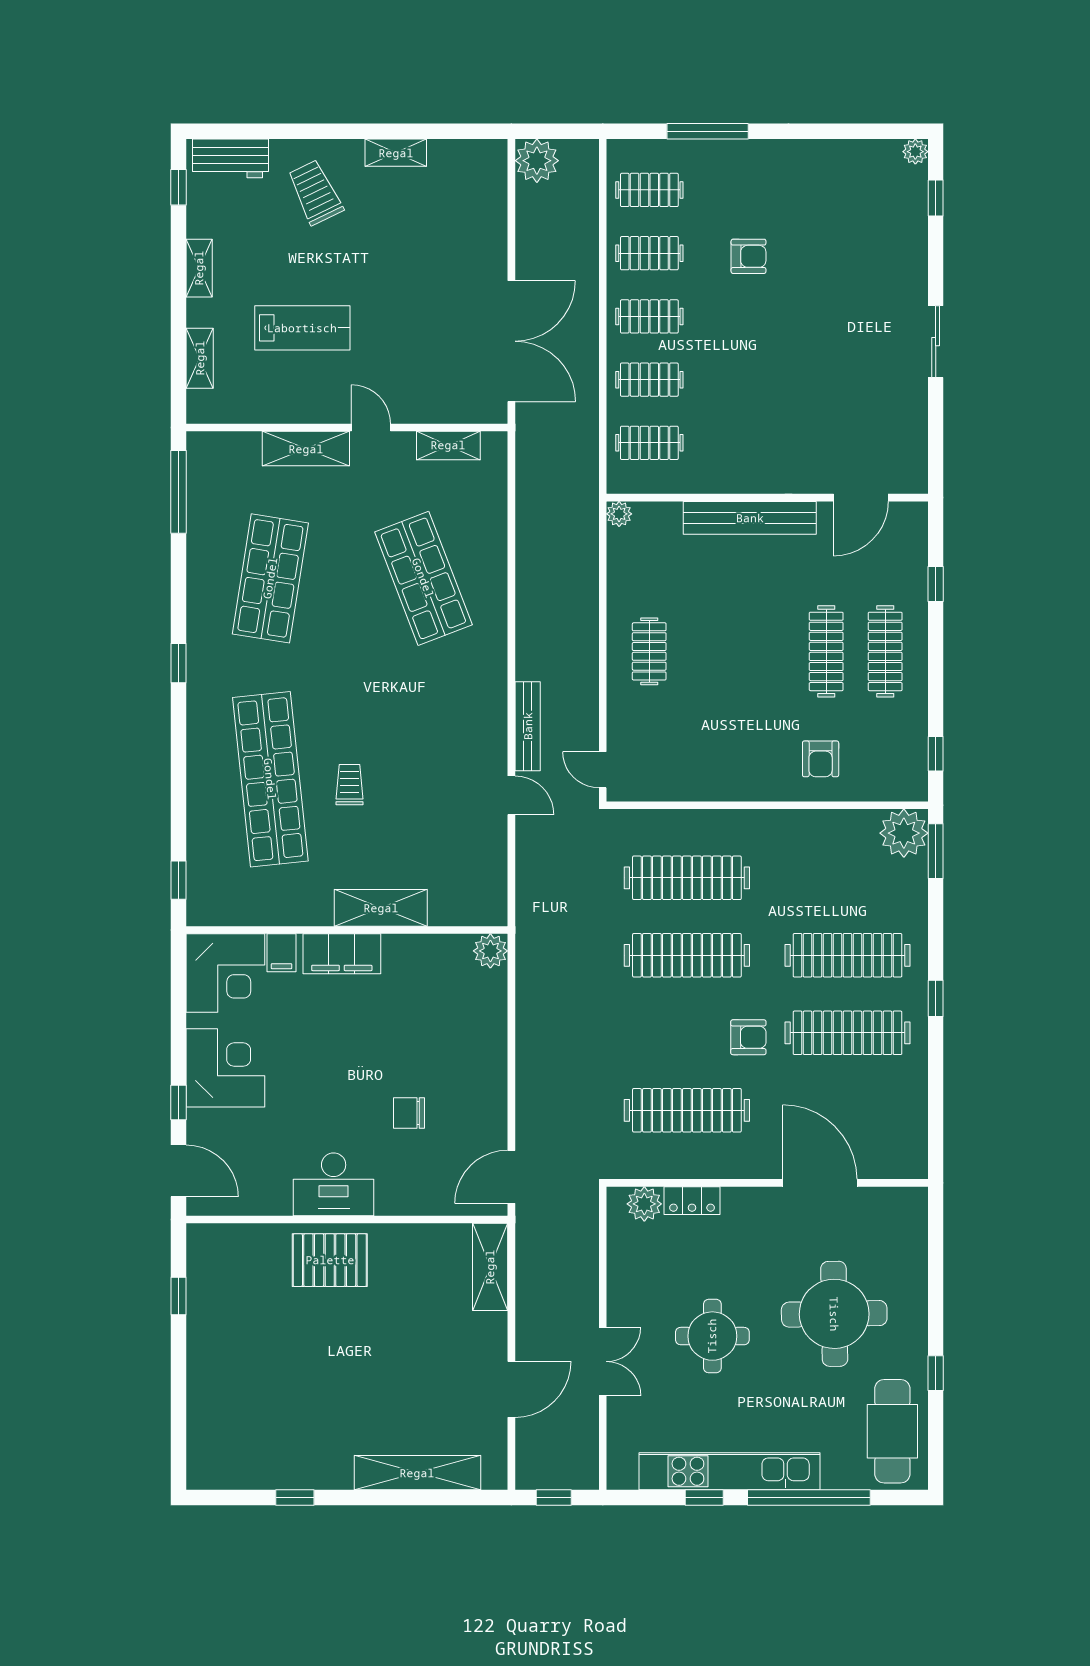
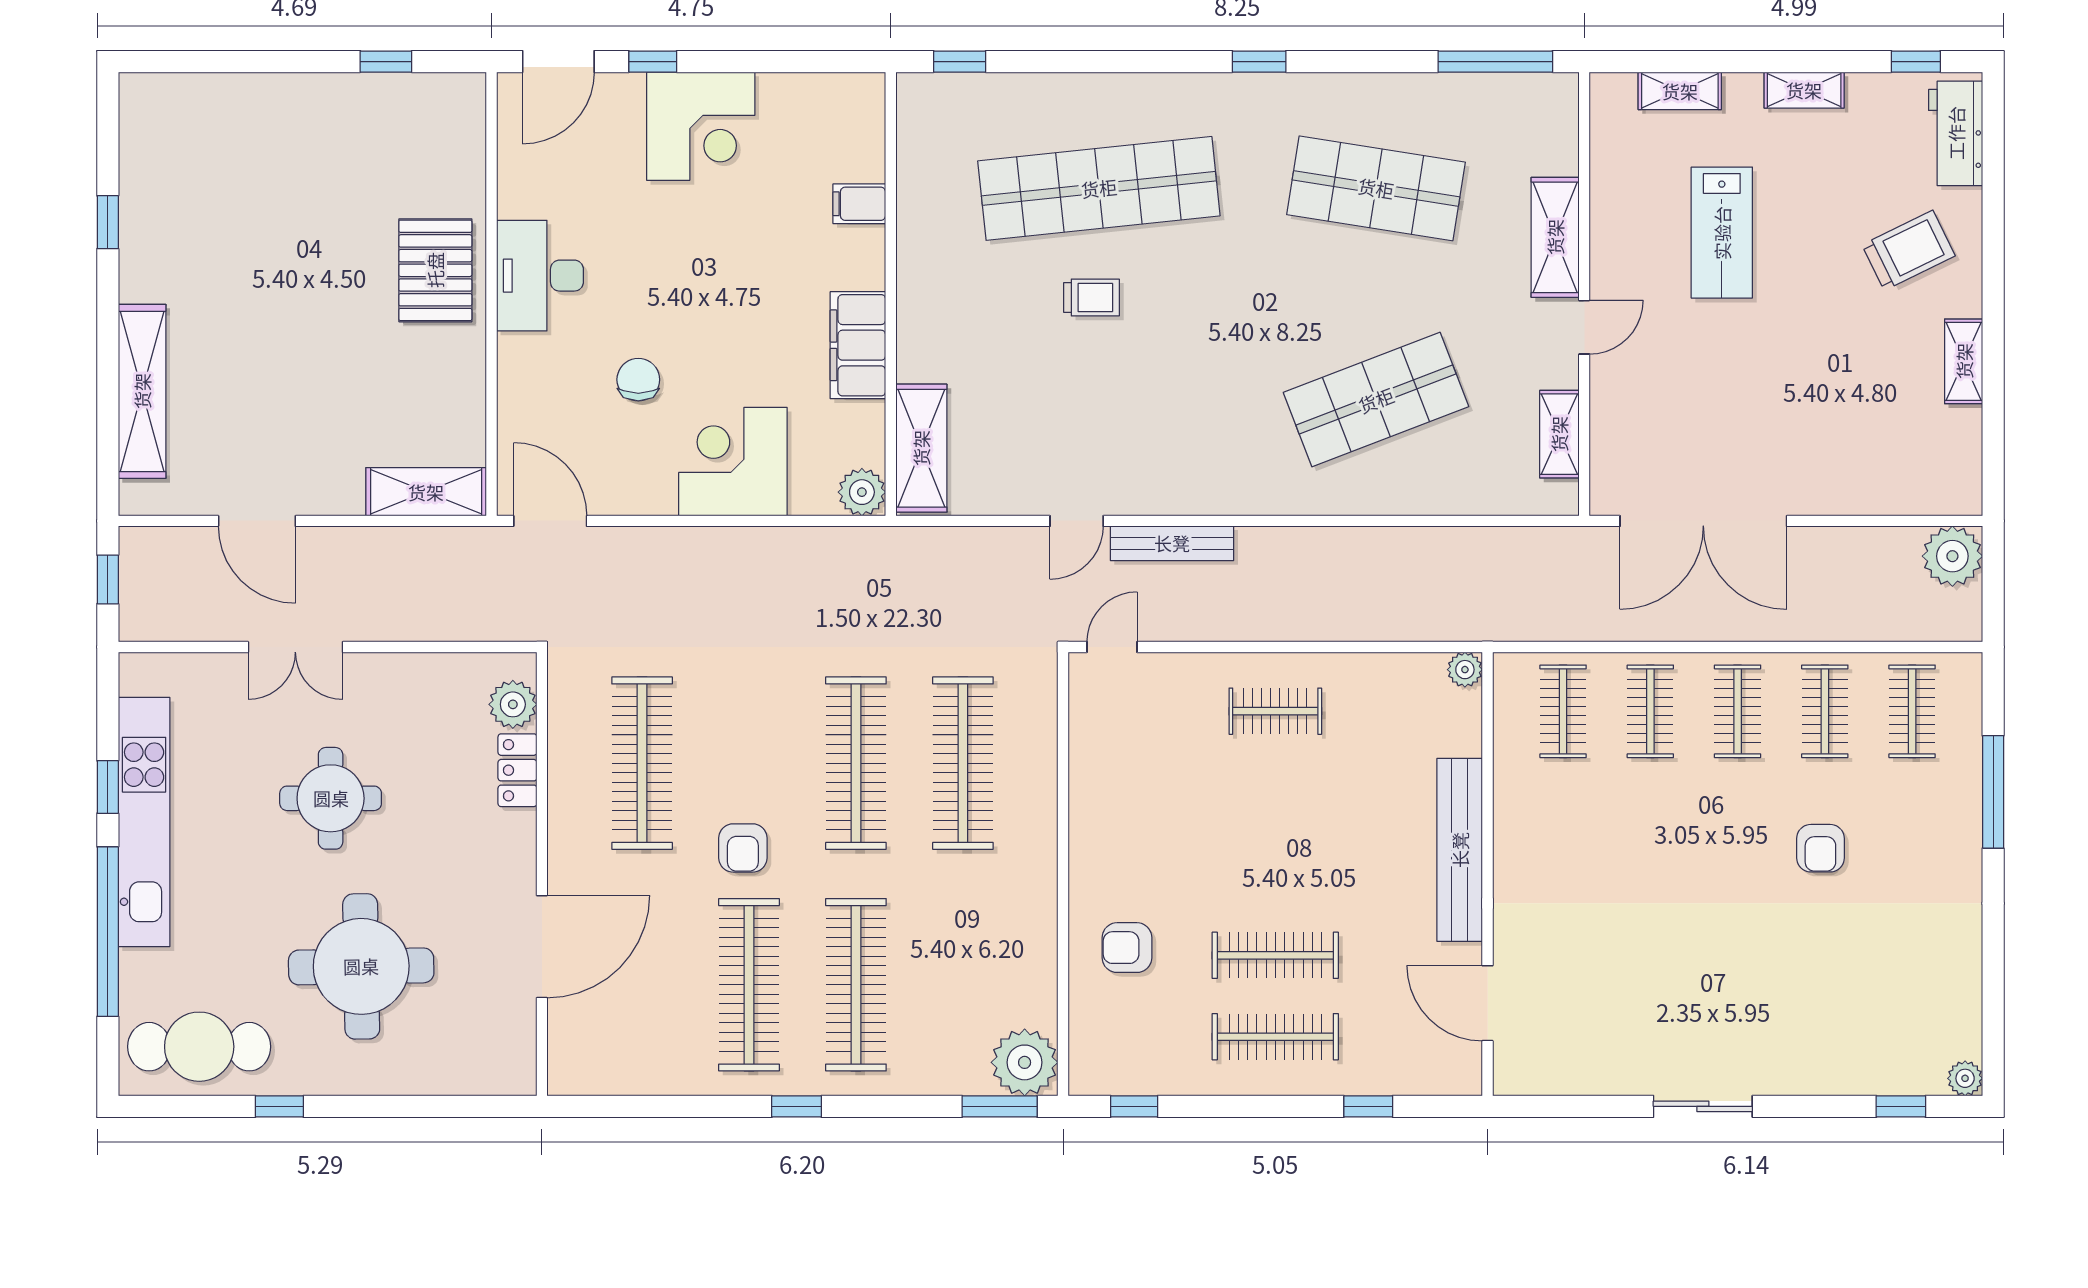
shelving: (381, 908) -> (921, 448), moved
filing cabinet: (342, 954) -> (858, 345), moved
corner desk: (225, 973) -> (733, 462), moved, turned 90

